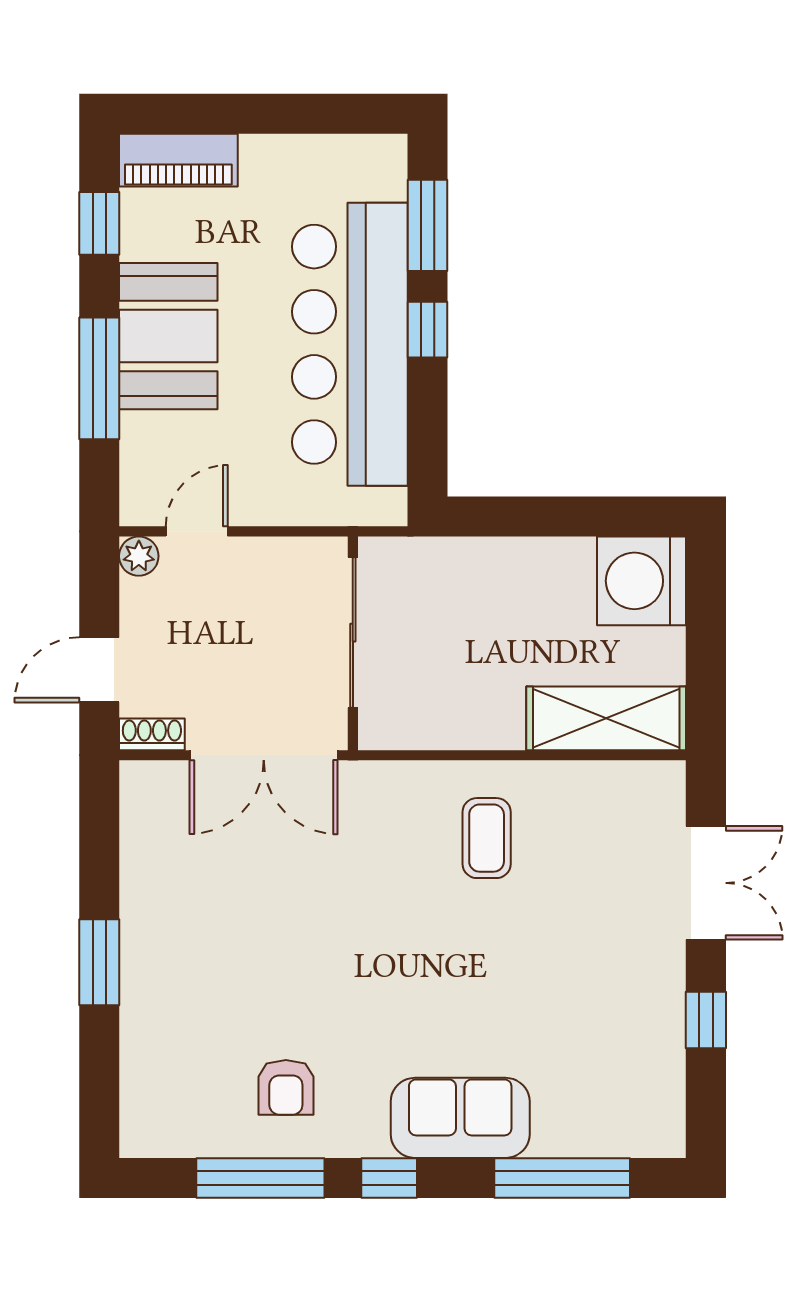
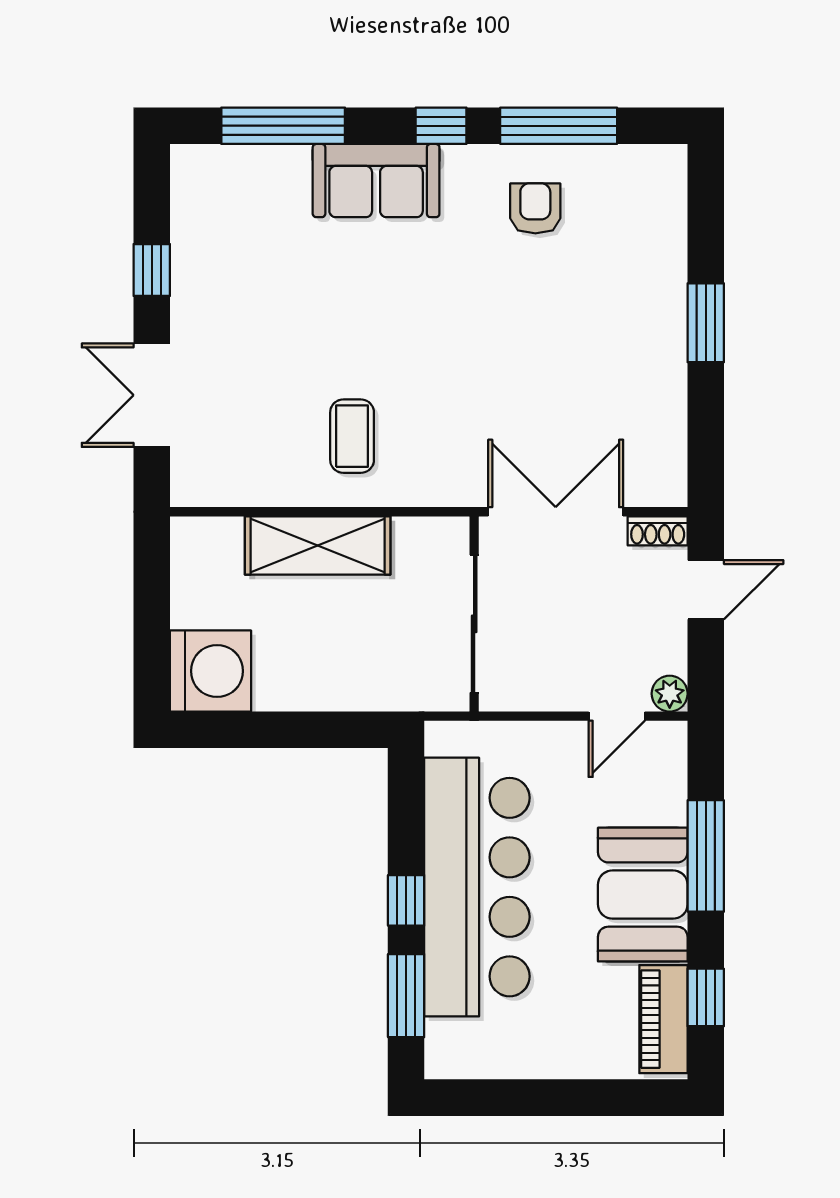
piano: (178, 160) -> (663, 1019), moved, turned -90
shelving: (606, 718) -> (318, 545), moved

